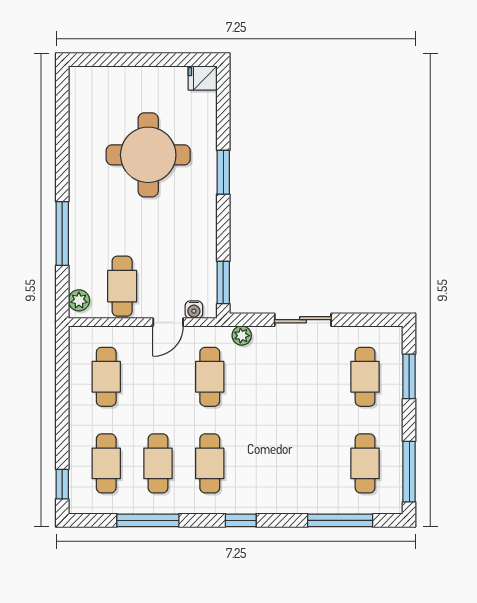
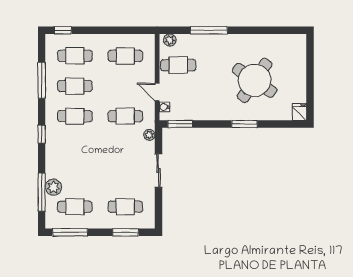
round table: (148, 155) -> (255, 80), turned 34
plant: (332, 500) -> (53, 187), added

